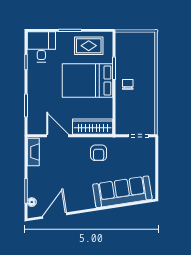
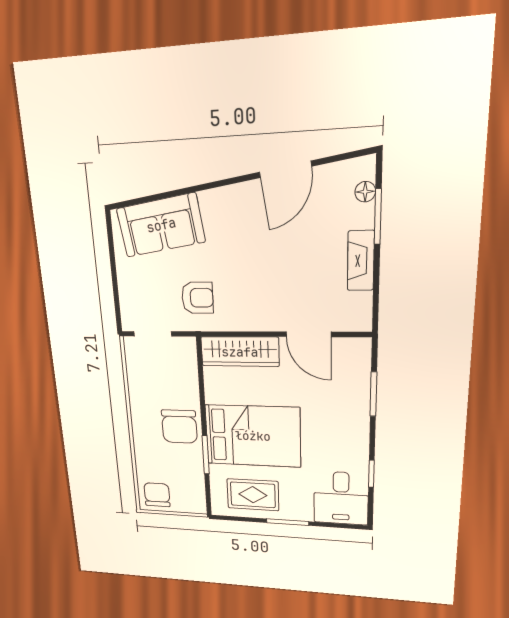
chair: (144, 42) -> (157, 495), added
chair: (128, 84) -> (179, 427), width x1.87, depth x1.87
fireplace: (33, 152) -> (361, 261), moved
armchair: (99, 153) -> (197, 298), moved, turned 90
sofa: (122, 192) -> (161, 225), width x0.73
door: (55, 216) -> (285, 169), moved

